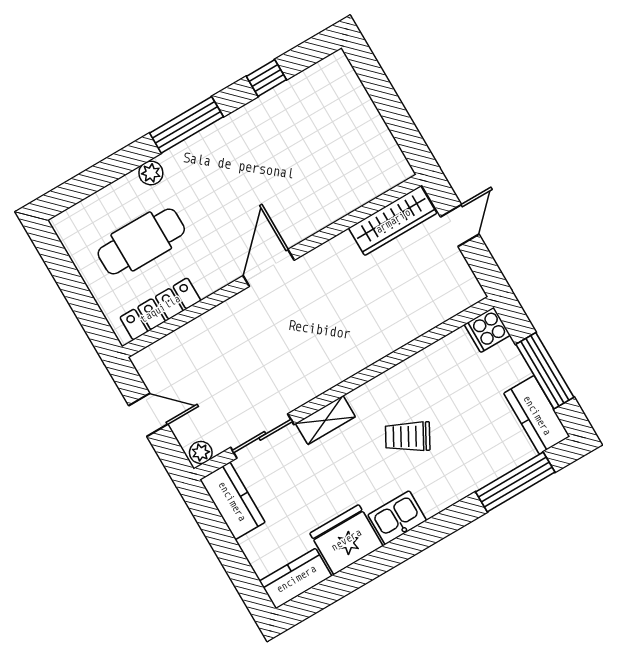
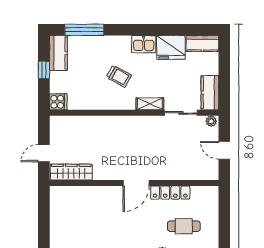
cafe table: (141, 241) -> (184, 226), width x0.73, depth x0.74
locker: (160, 309) -> (170, 193), moved
window: (545, 371) -> (44, 70), width x0.46

